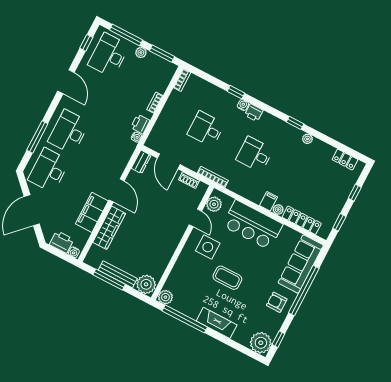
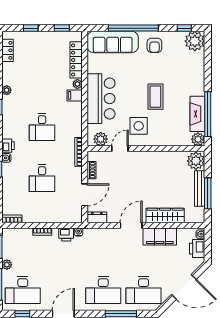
fireplace: (217, 323) -> (197, 114), moved

